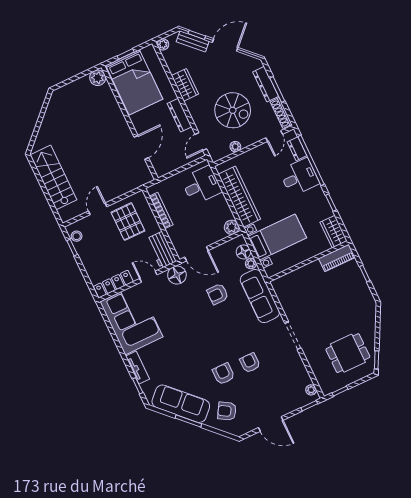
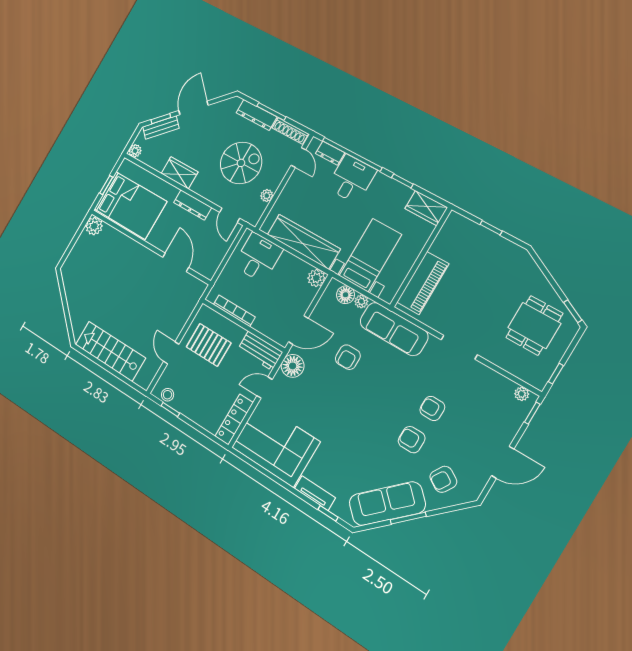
piano: (337, 258) -> (423, 283), moved, width x1.37, depth x1.33

